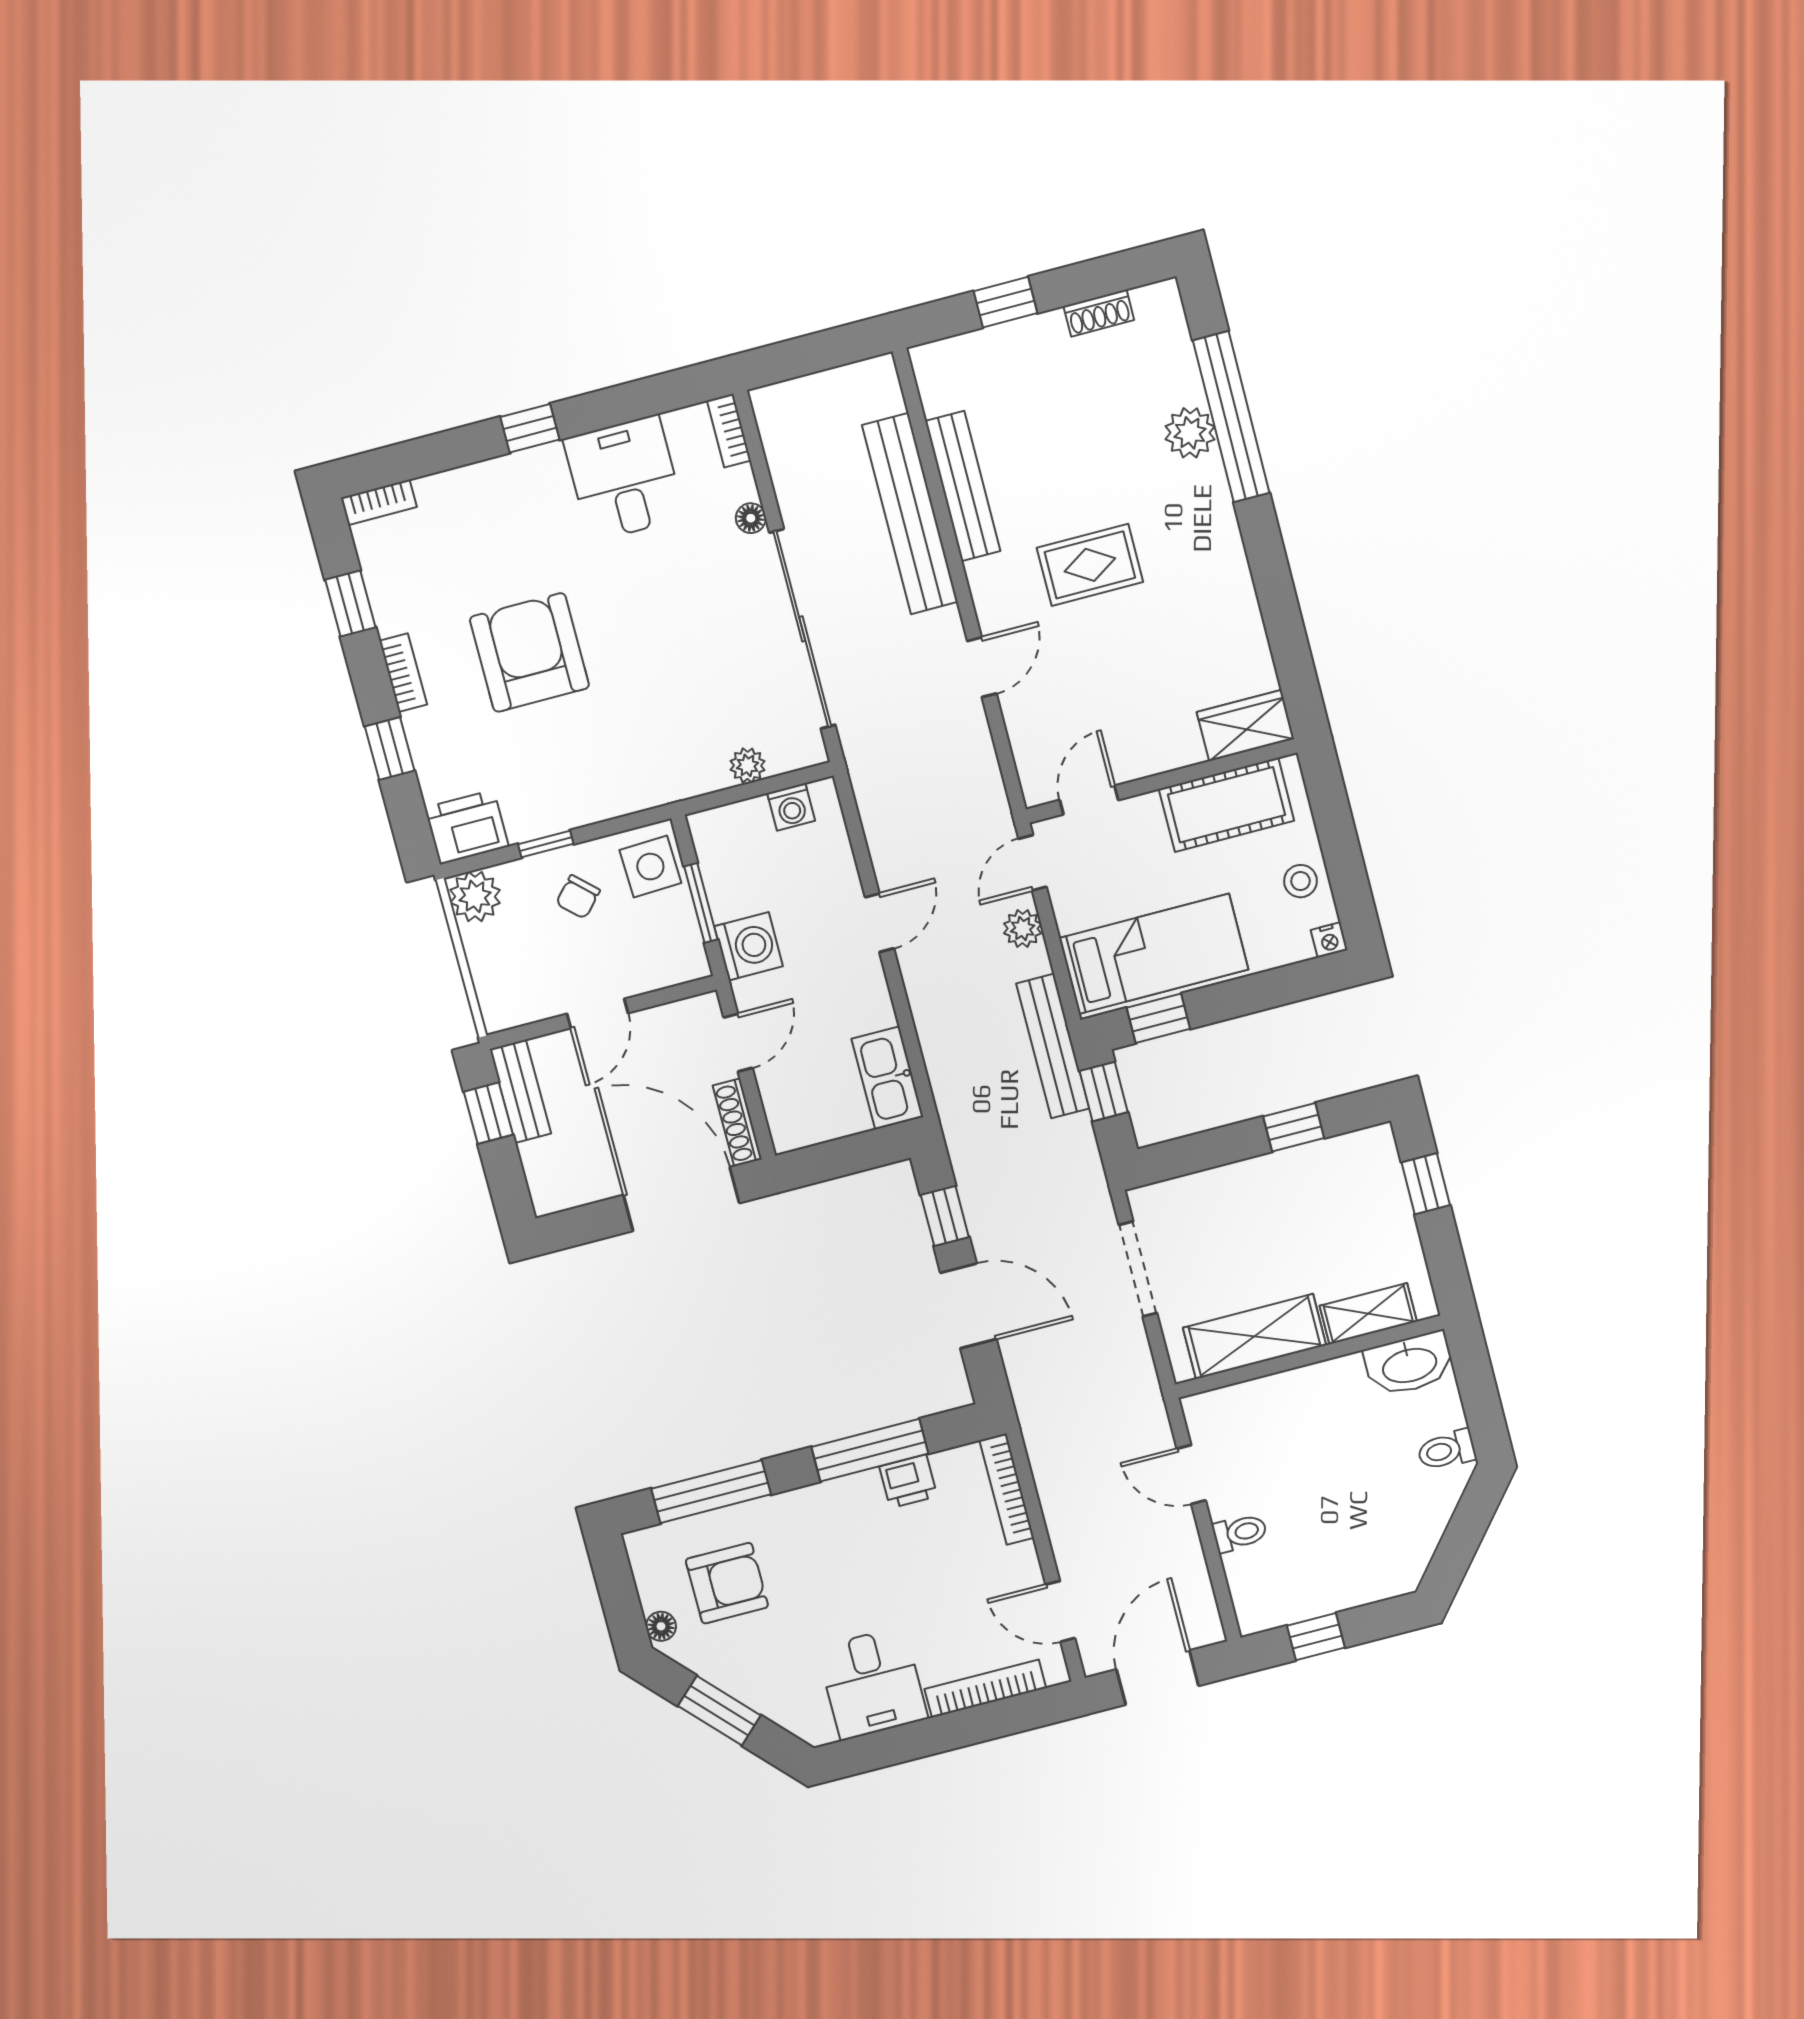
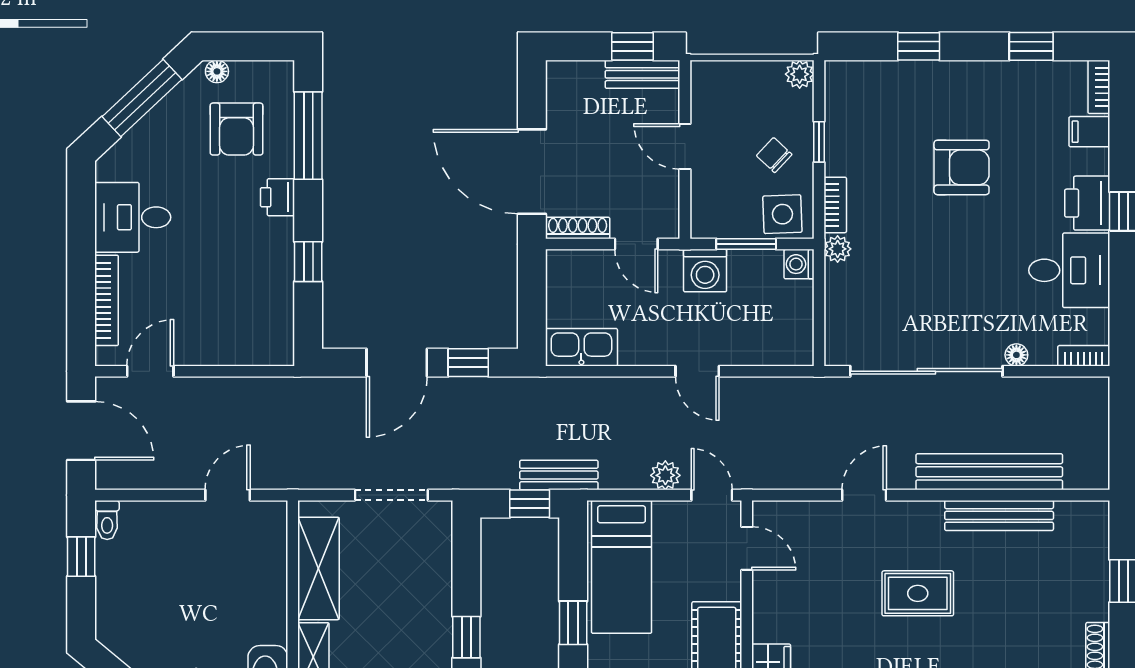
filing cabinet: (439, 500) -> (1089, 132), added
rug: (1090, 565) -> (918, 593), turned 90
armchair: (529, 652) -> (962, 167), width x0.73, depth x0.73
door: (982, 667) -> (864, 495), swing flipped
bookcase: (403, 673) -> (835, 205), moved, turned -90
plant: (748, 765) -> (838, 249), moved
washing machine: (791, 807) -> (799, 264), moved
printer: (467, 827) -> (1087, 203), moved, turned 180
plant: (475, 896) -> (800, 74), width x0.73, depth x0.73
window: (1158, 1018) -> (573, 623), moved
bench: (1053, 1046) -> (559, 475), width x0.73
door: (681, 1199) -> (532, 172), swing flipped
window: (870, 1450) -> (308, 262), width x0.46
printer: (908, 1481) -> (278, 197), moved
bookcase: (1007, 1489) -> (253, 355), removed
toilet: (1240, 1533) -> (107, 520), moved
window: (719, 1711) -> (142, 98), width x1.44

